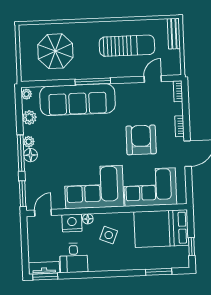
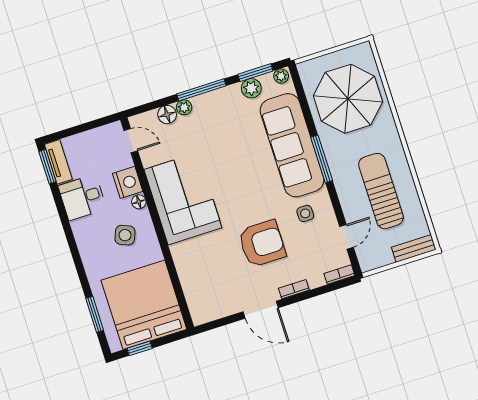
sun lounger: (127, 46) -> (381, 191), turned 180
parasol: (55, 51) -> (348, 99), width x1.36, depth x1.36
door: (153, 79) -> (347, 237), hinge flipped
side table: (128, 104) -> (305, 213), added
plant: (29, 142) -> (184, 107), moved
floor lamp: (30, 155) -> (167, 115), moved
corner sofa: (150, 187) -> (203, 272), removed
window: (23, 194) -> (255, 73), moved
bed: (161, 229) -> (144, 305), width x1.36

